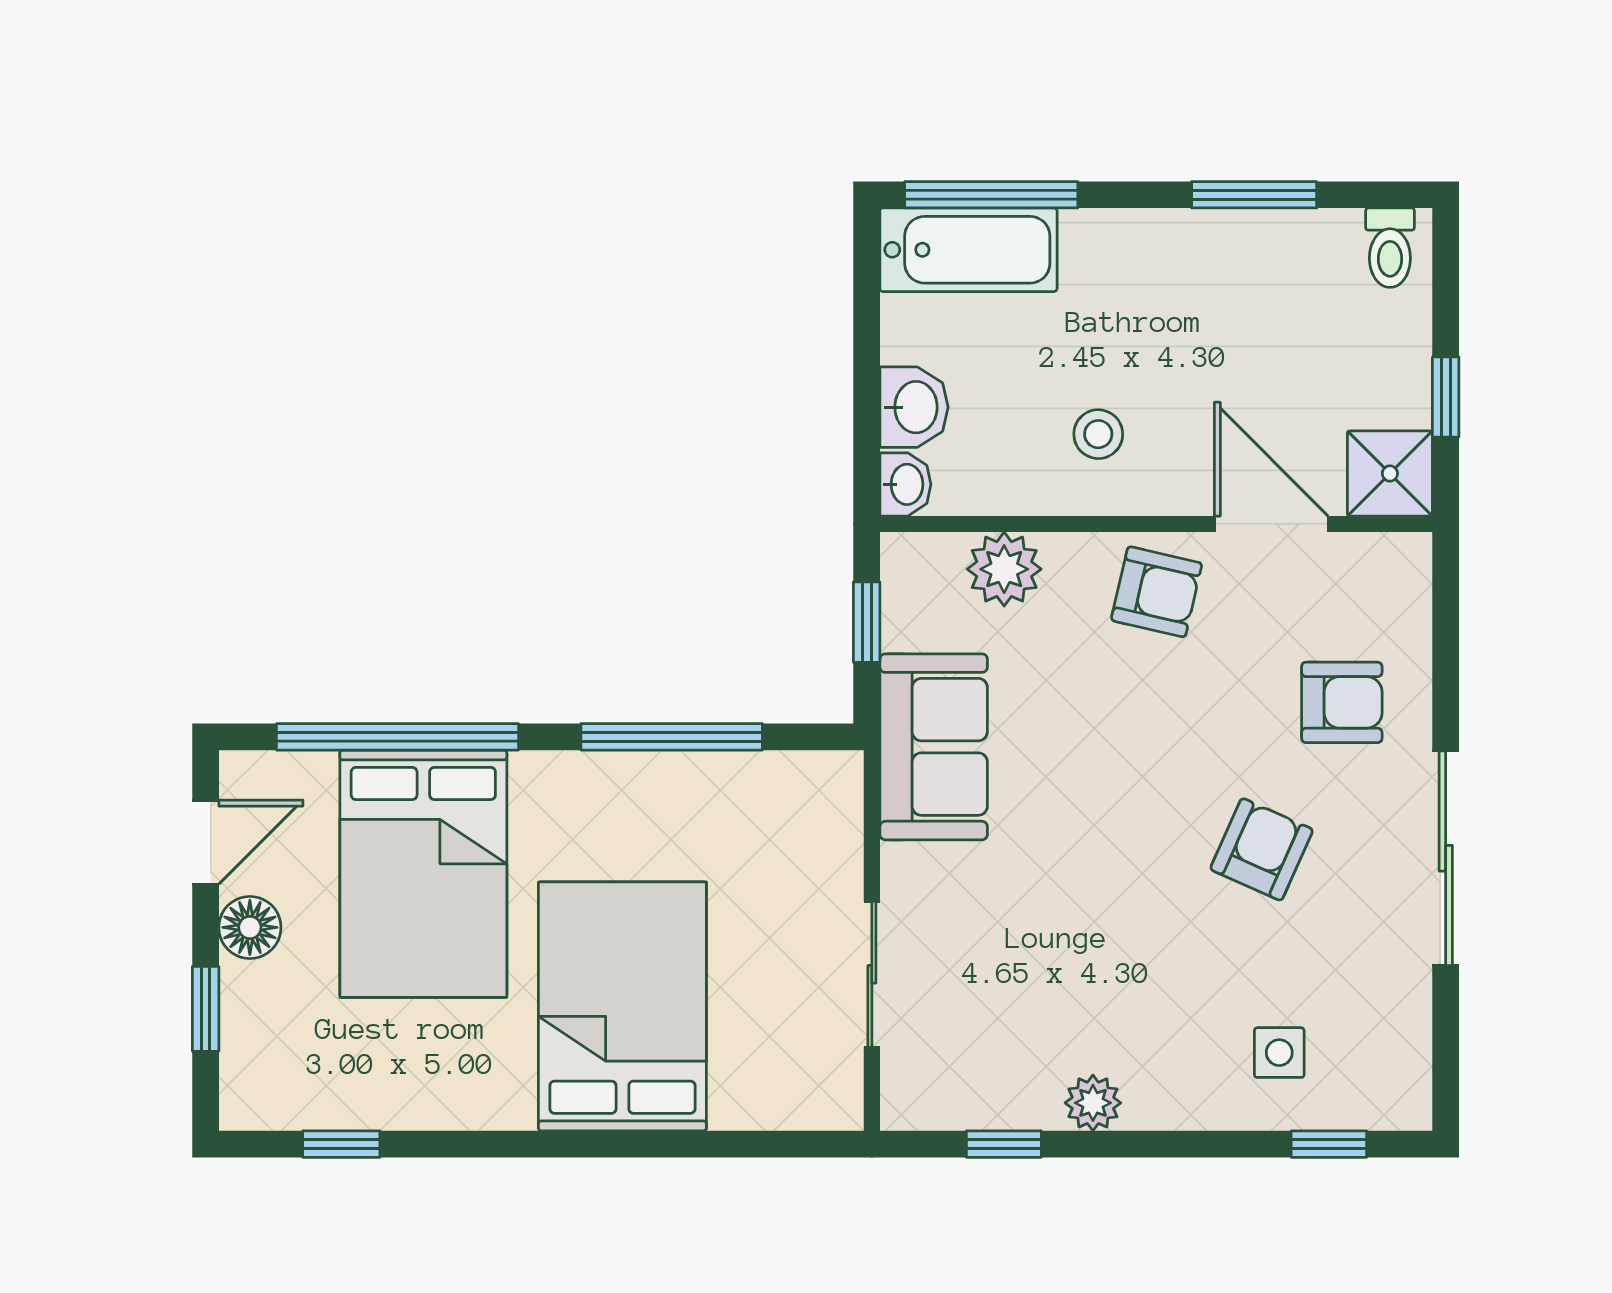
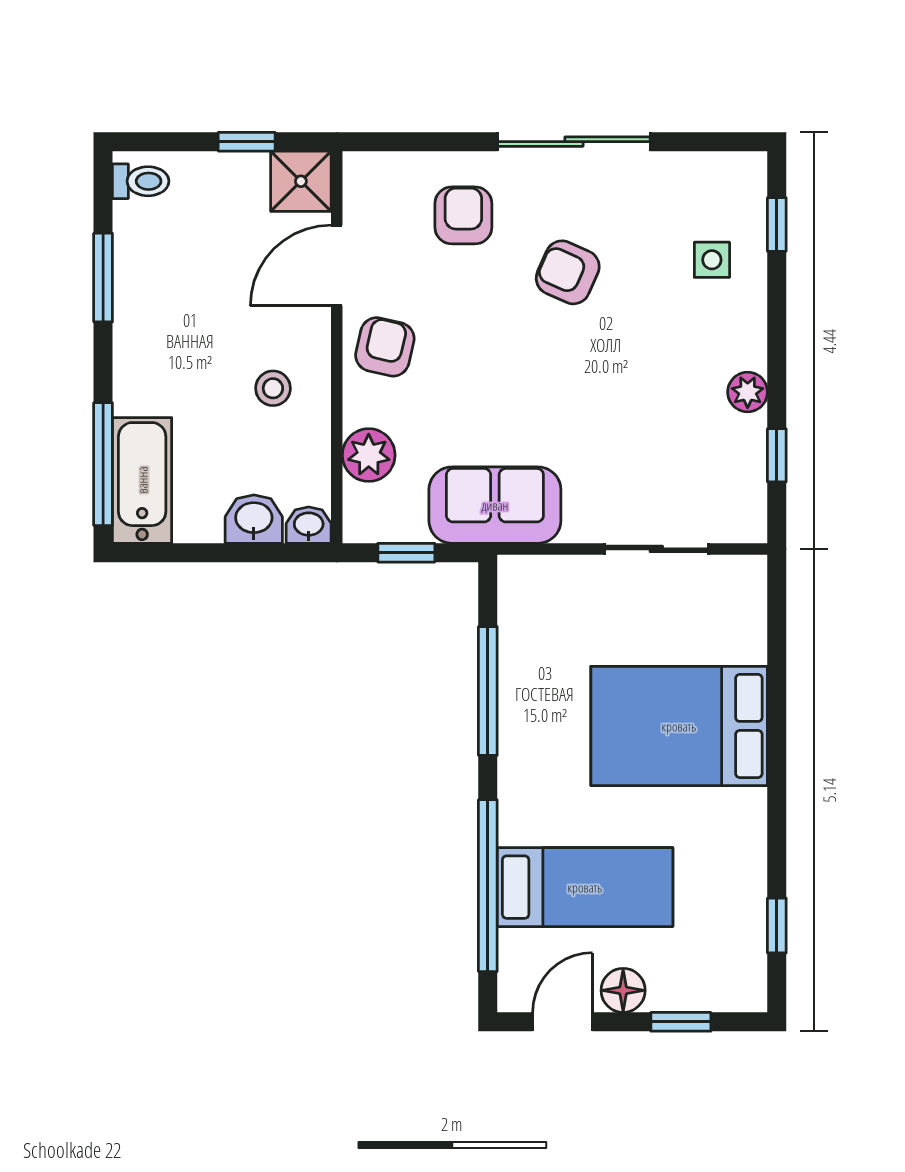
door: (206, 842) -> (563, 1022), hinge flipped
bed: (423, 874) -> (585, 887), width x0.67

